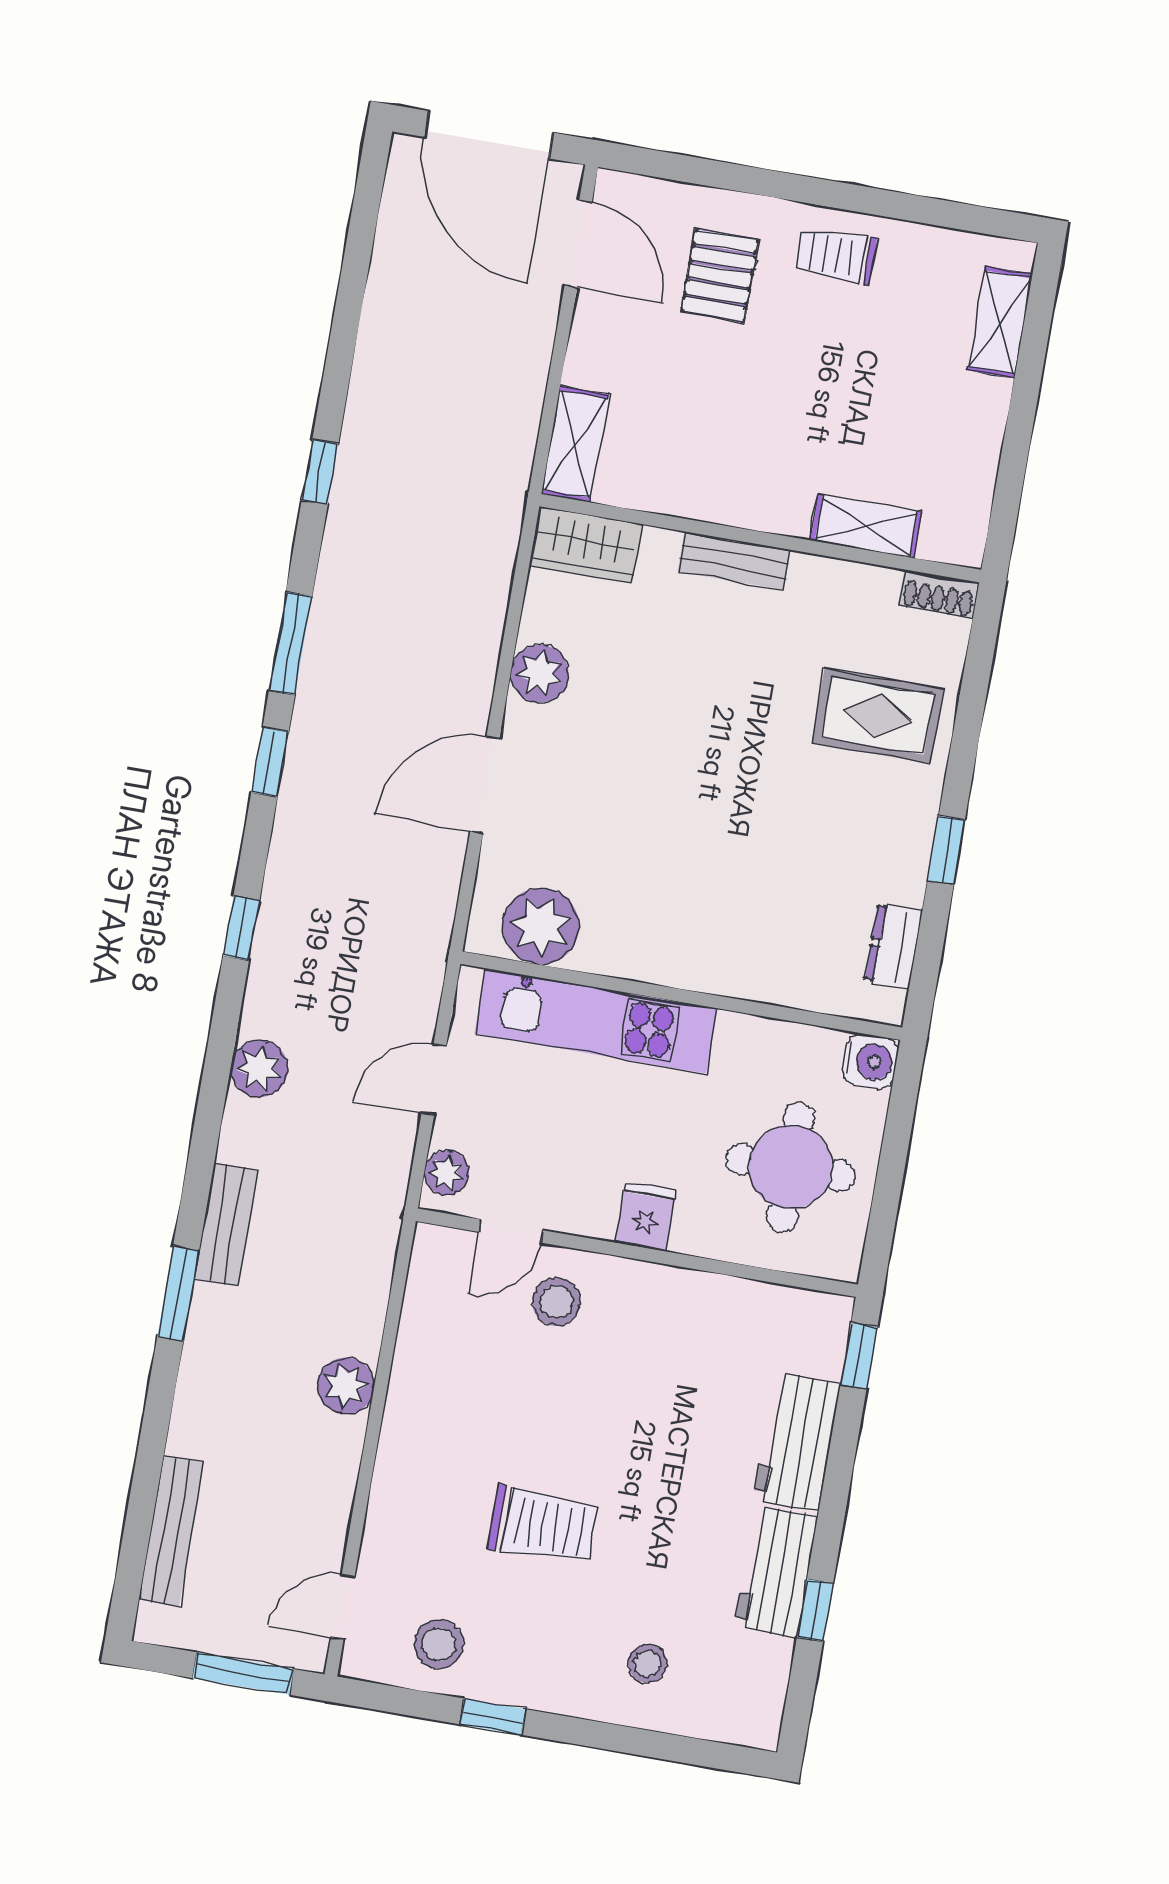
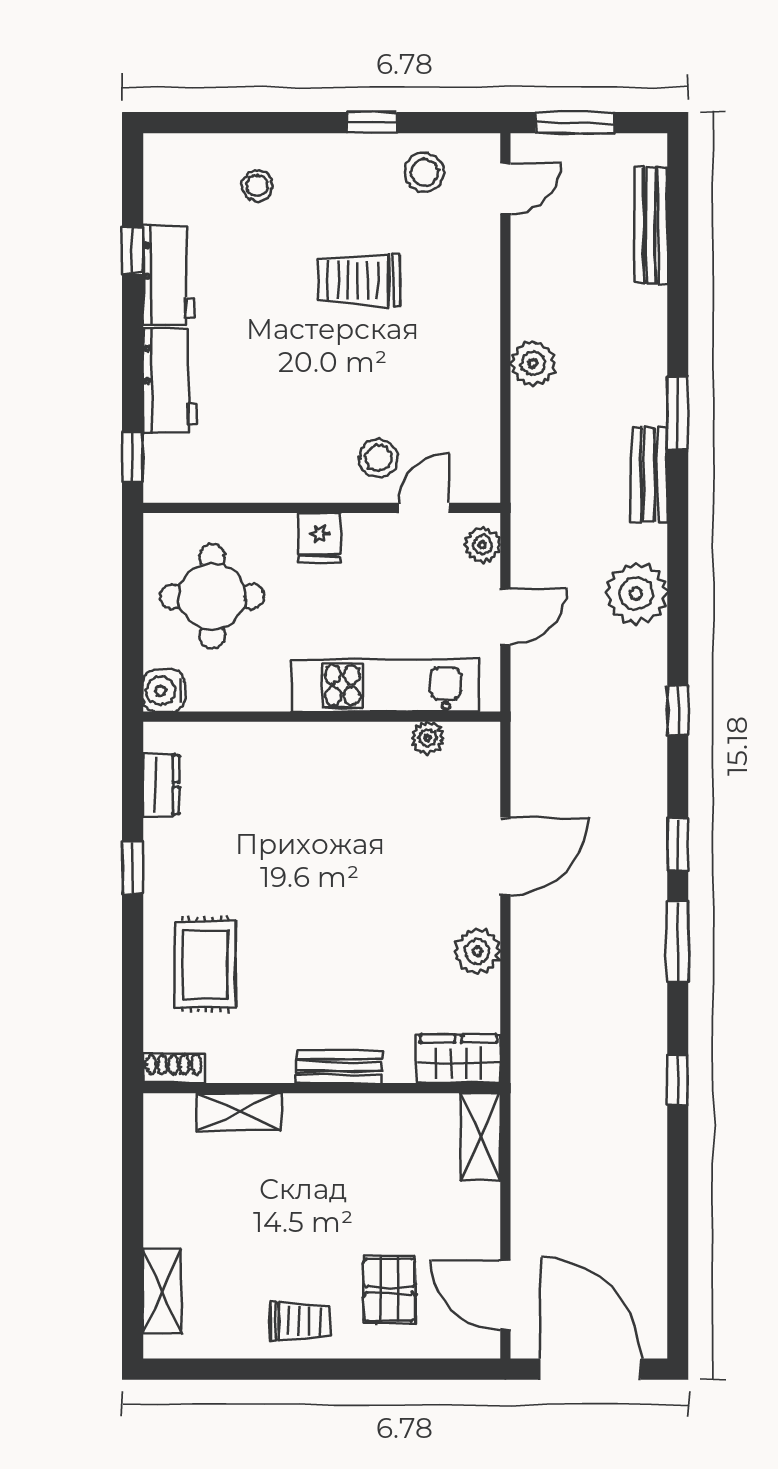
rug: (878, 716) -> (205, 964), turned 90
plant: (541, 926) -> (428, 738), width x0.53, depth x0.53
plant: (259, 1069) -> (636, 593), width x1.36, depth x1.36

